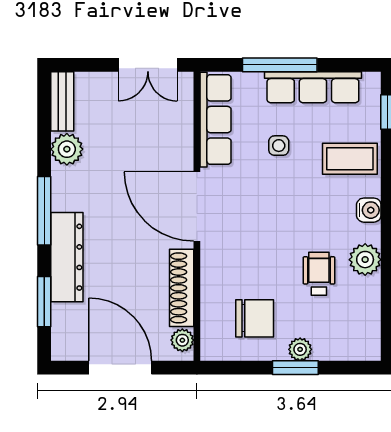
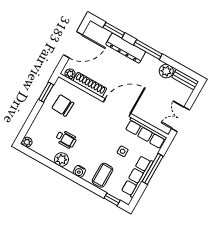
chair: (255, 318) -> (63, 106), turned 93
plant: (300, 349) -> (27, 142), moved
window: (295, 368) -> (46, 92), moved

